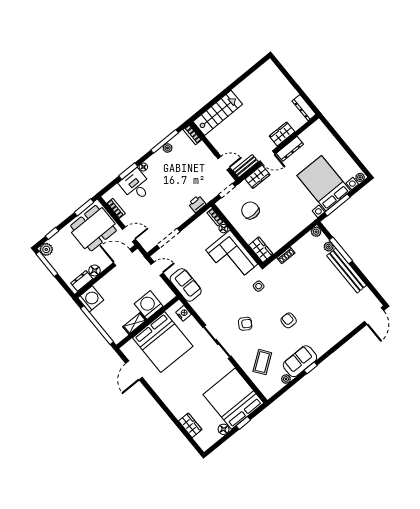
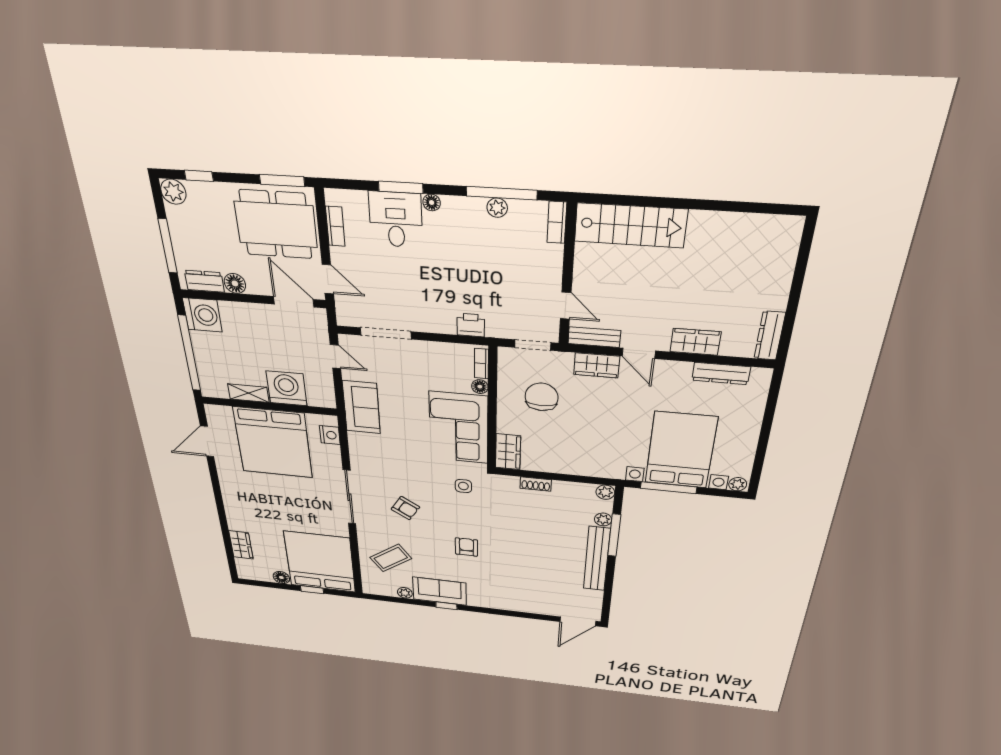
dresser: (290, 149) -> (721, 373), moved
window: (47, 264) -> (168, 246), moved

